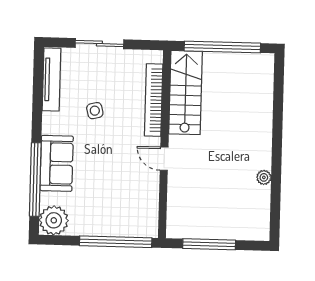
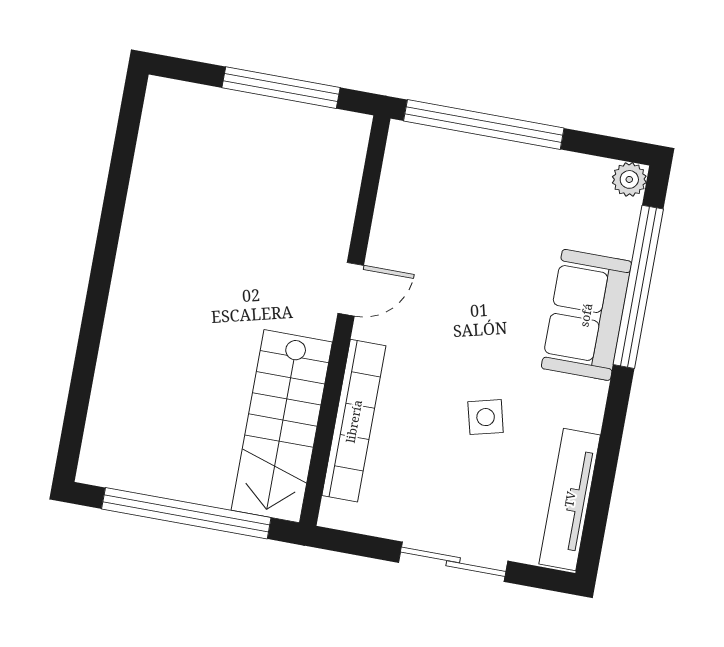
door: (164, 159) -> (351, 289), hinge flipped
plant: (264, 177) -> (139, 215), removed
plant: (54, 220) -> (629, 179), width x0.53, depth x0.53

